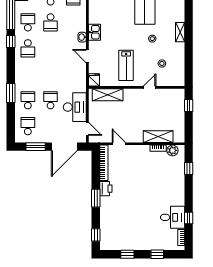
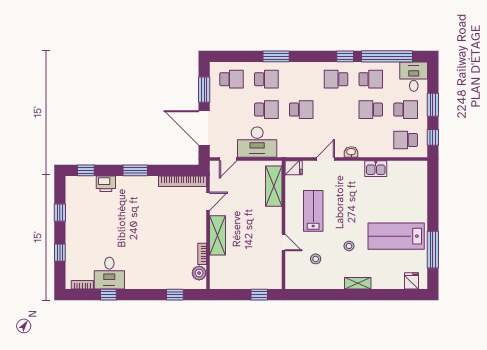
kitchen sink: (95, 32) -> (376, 169), moved
lab bench: (126, 65) -> (313, 211), turned 90
school desk: (51, 74) -> (301, 110), added
shelving: (158, 137) -> (218, 235), moved
printer: (106, 189) -> (106, 184), moved

